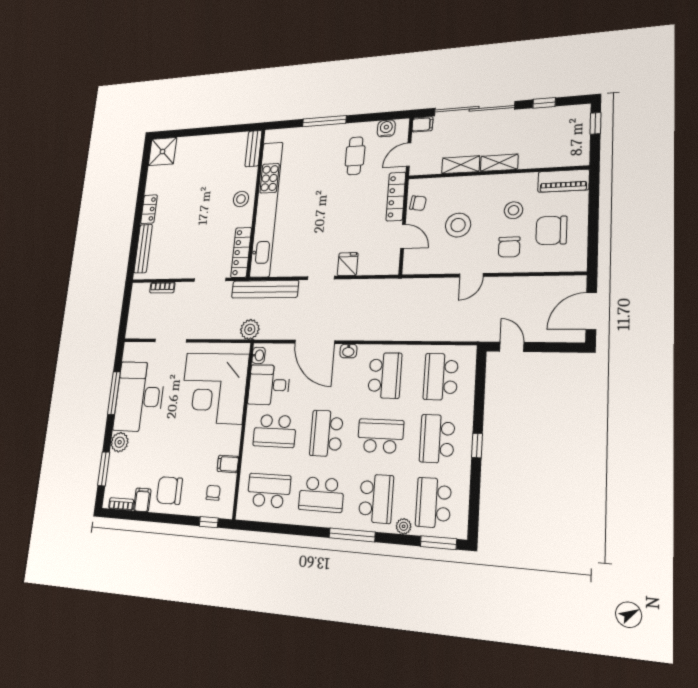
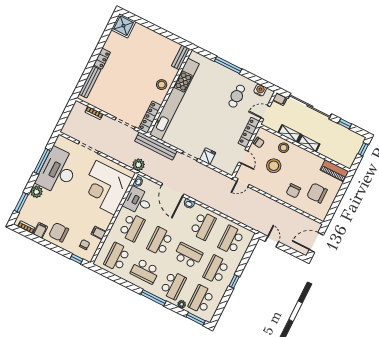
stool: (513, 210) -> (284, 148), moved
door: (471, 275) -> (243, 183), moved
school desk: (275, 431) -> (132, 227), turned -90
school desk: (269, 491) -> (117, 257), turned -90

